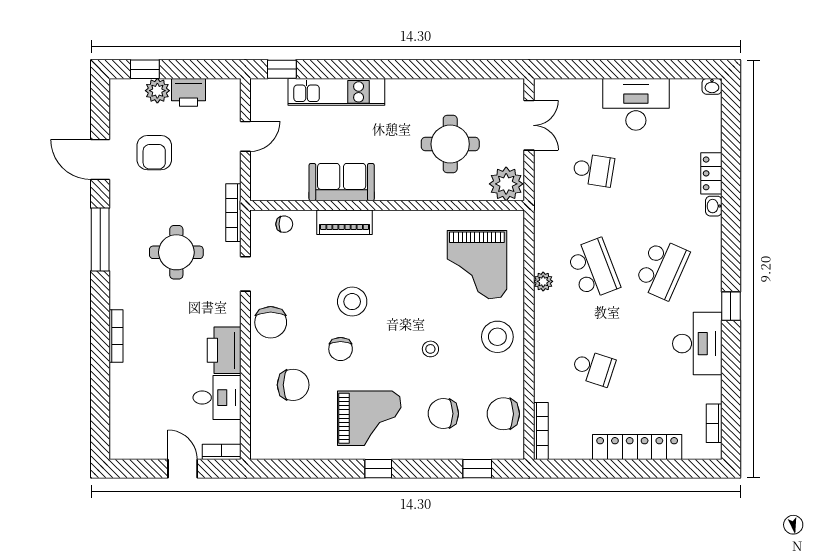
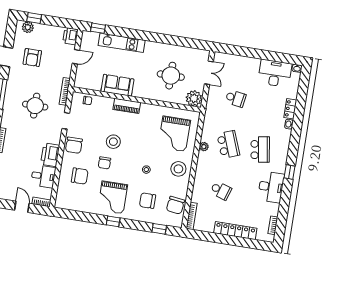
plant: (157, 91) -> (28, 27), moved
printer: (189, 92) -> (70, 36), moved, turned 90
desk: (636, 104) -> (275, 73), moved
piano: (345, 222) -> (127, 106), moved
school desk: (662, 269) -> (260, 150), turned -33
chair: (503, 414) -> (175, 205), turned -83
grand piano: (369, 418) -> (113, 197), turned 90

